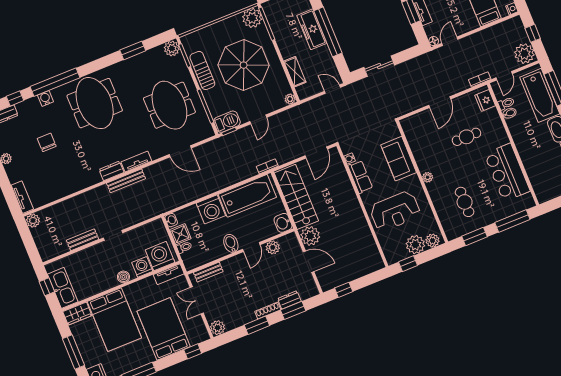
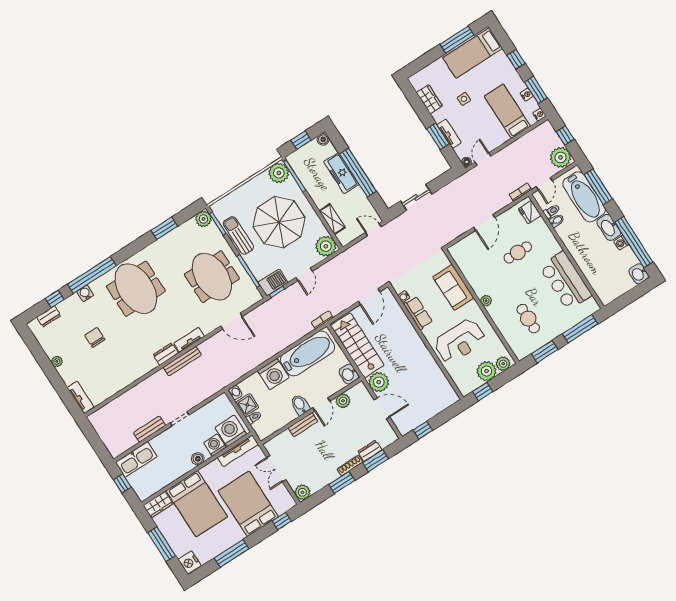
plant: (290, 99) -> (326, 246), width x1.88, depth x1.88
plant: (33, 221) -> (96, 419), removed
bench: (208, 272) -> (303, 425), moved
tv unit: (169, 274) -> (238, 451), width x1.41
kitchen sink: (63, 288) -> (136, 460), moved, turned 90

